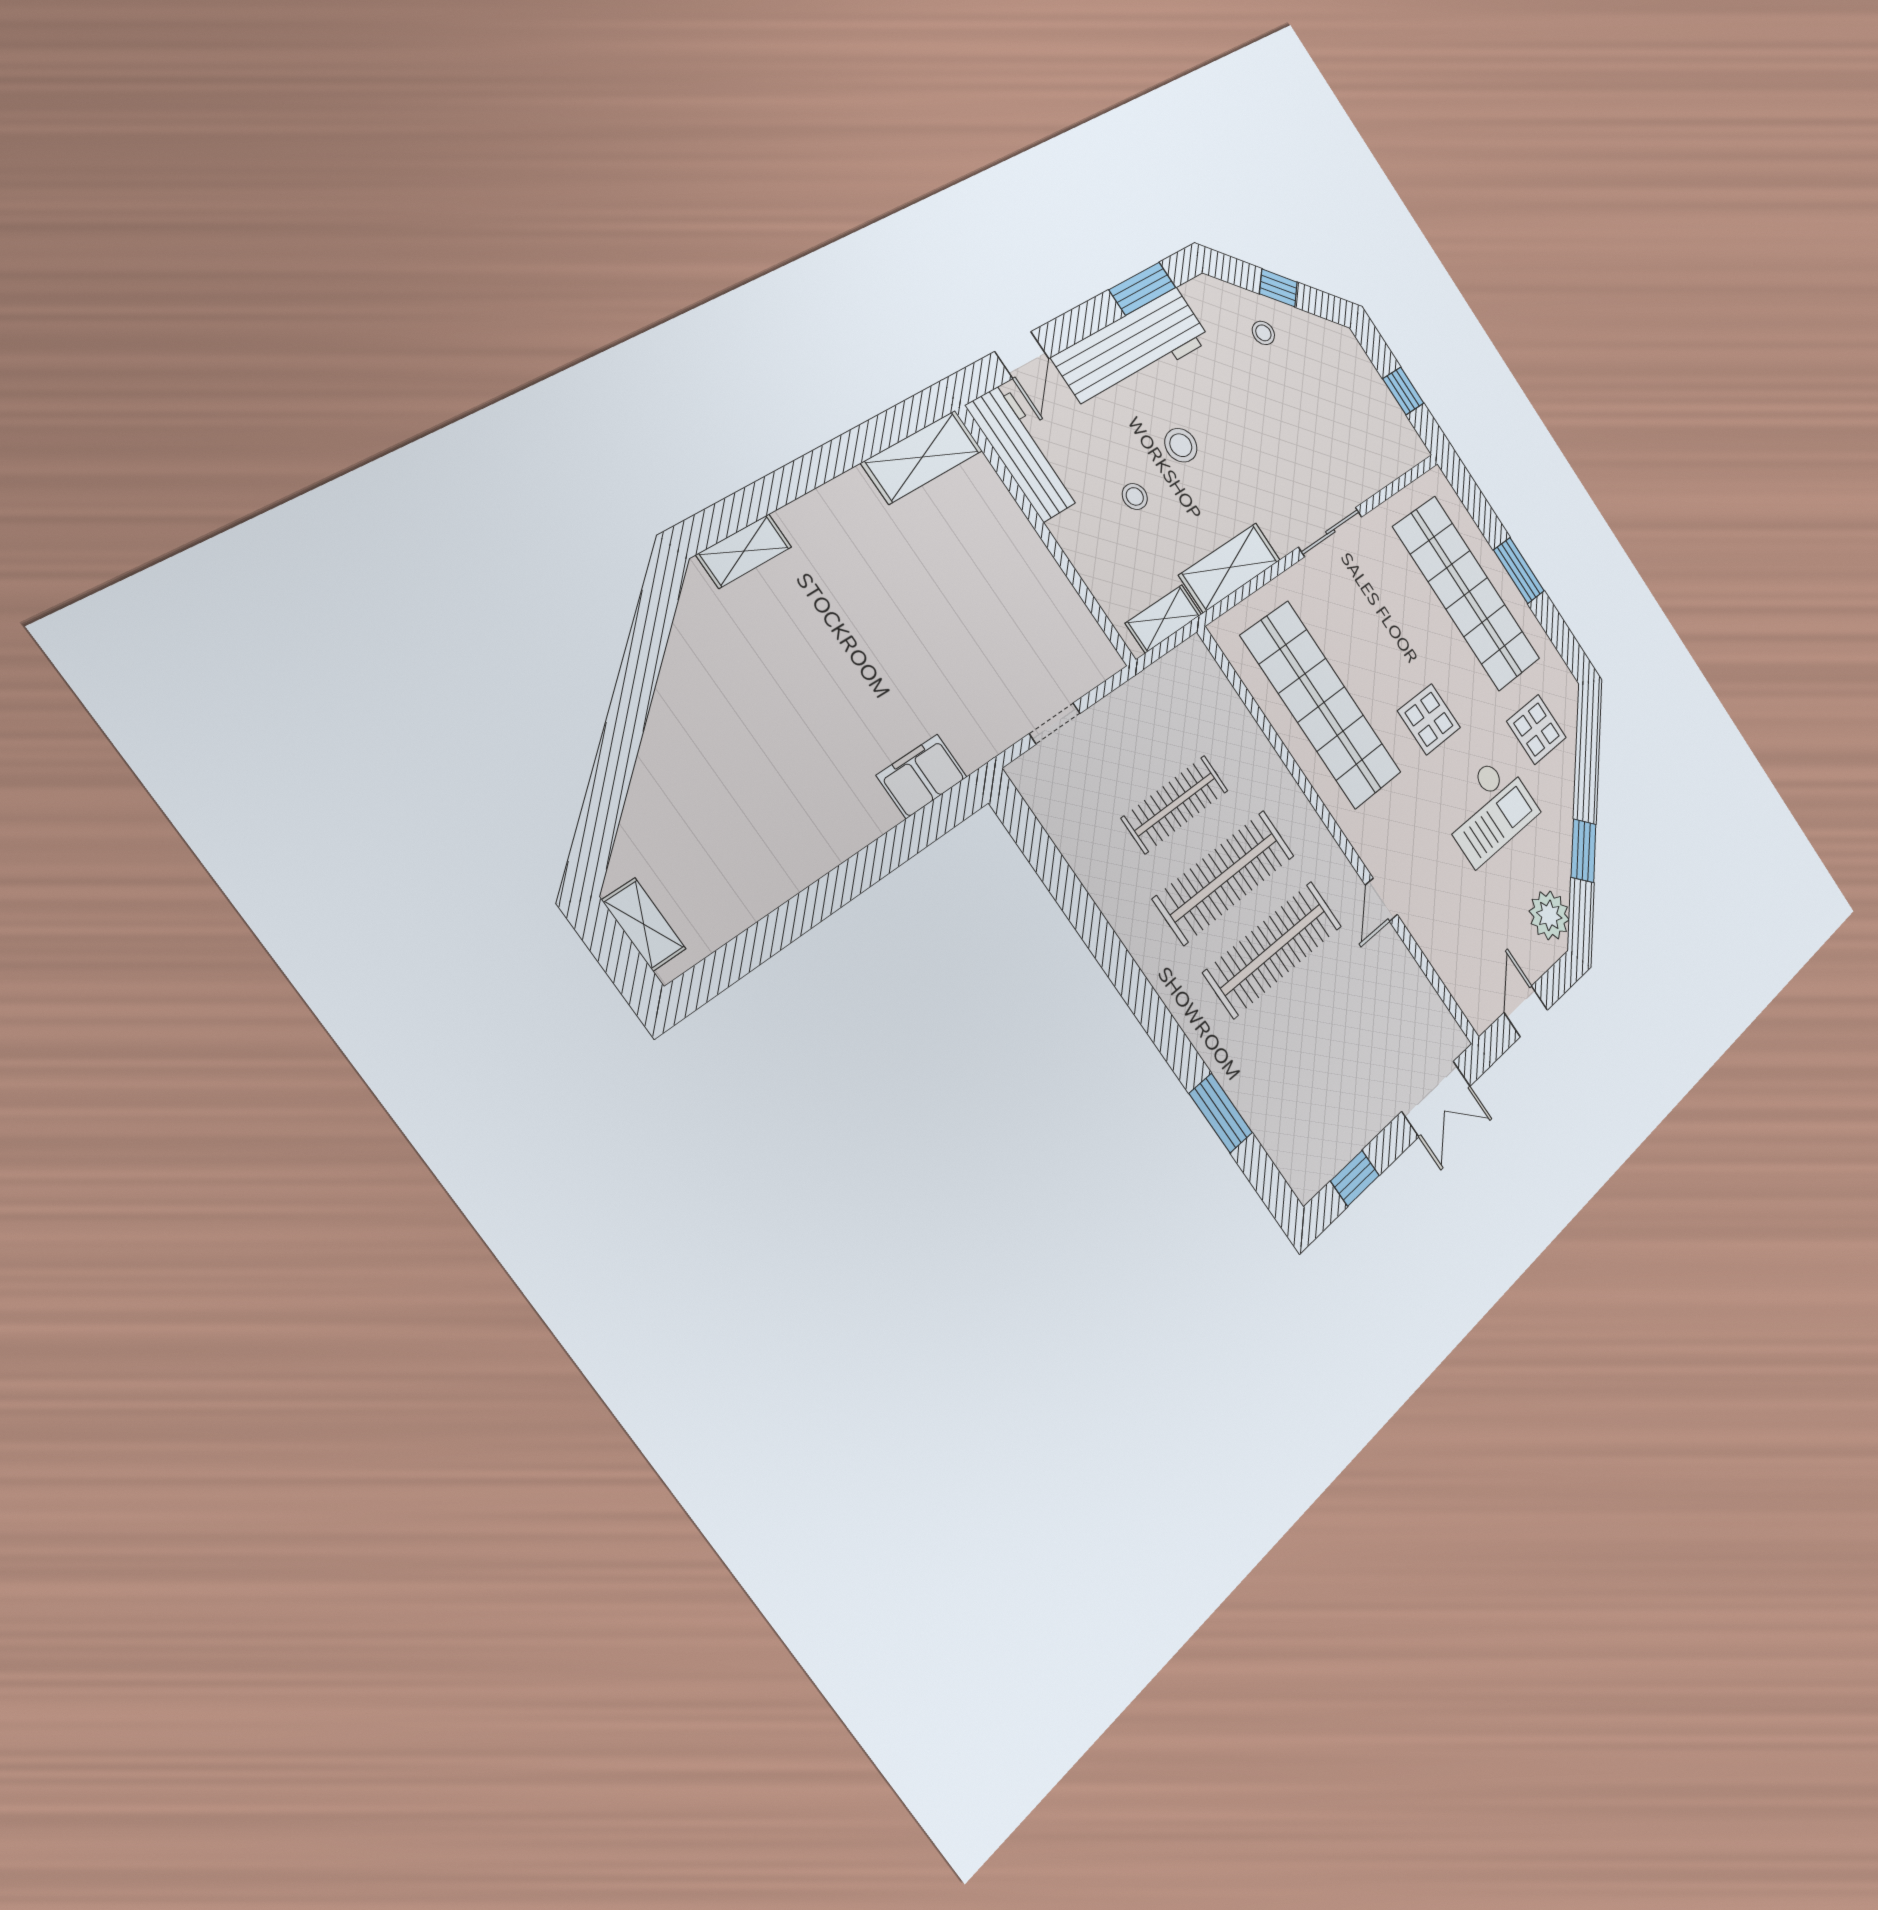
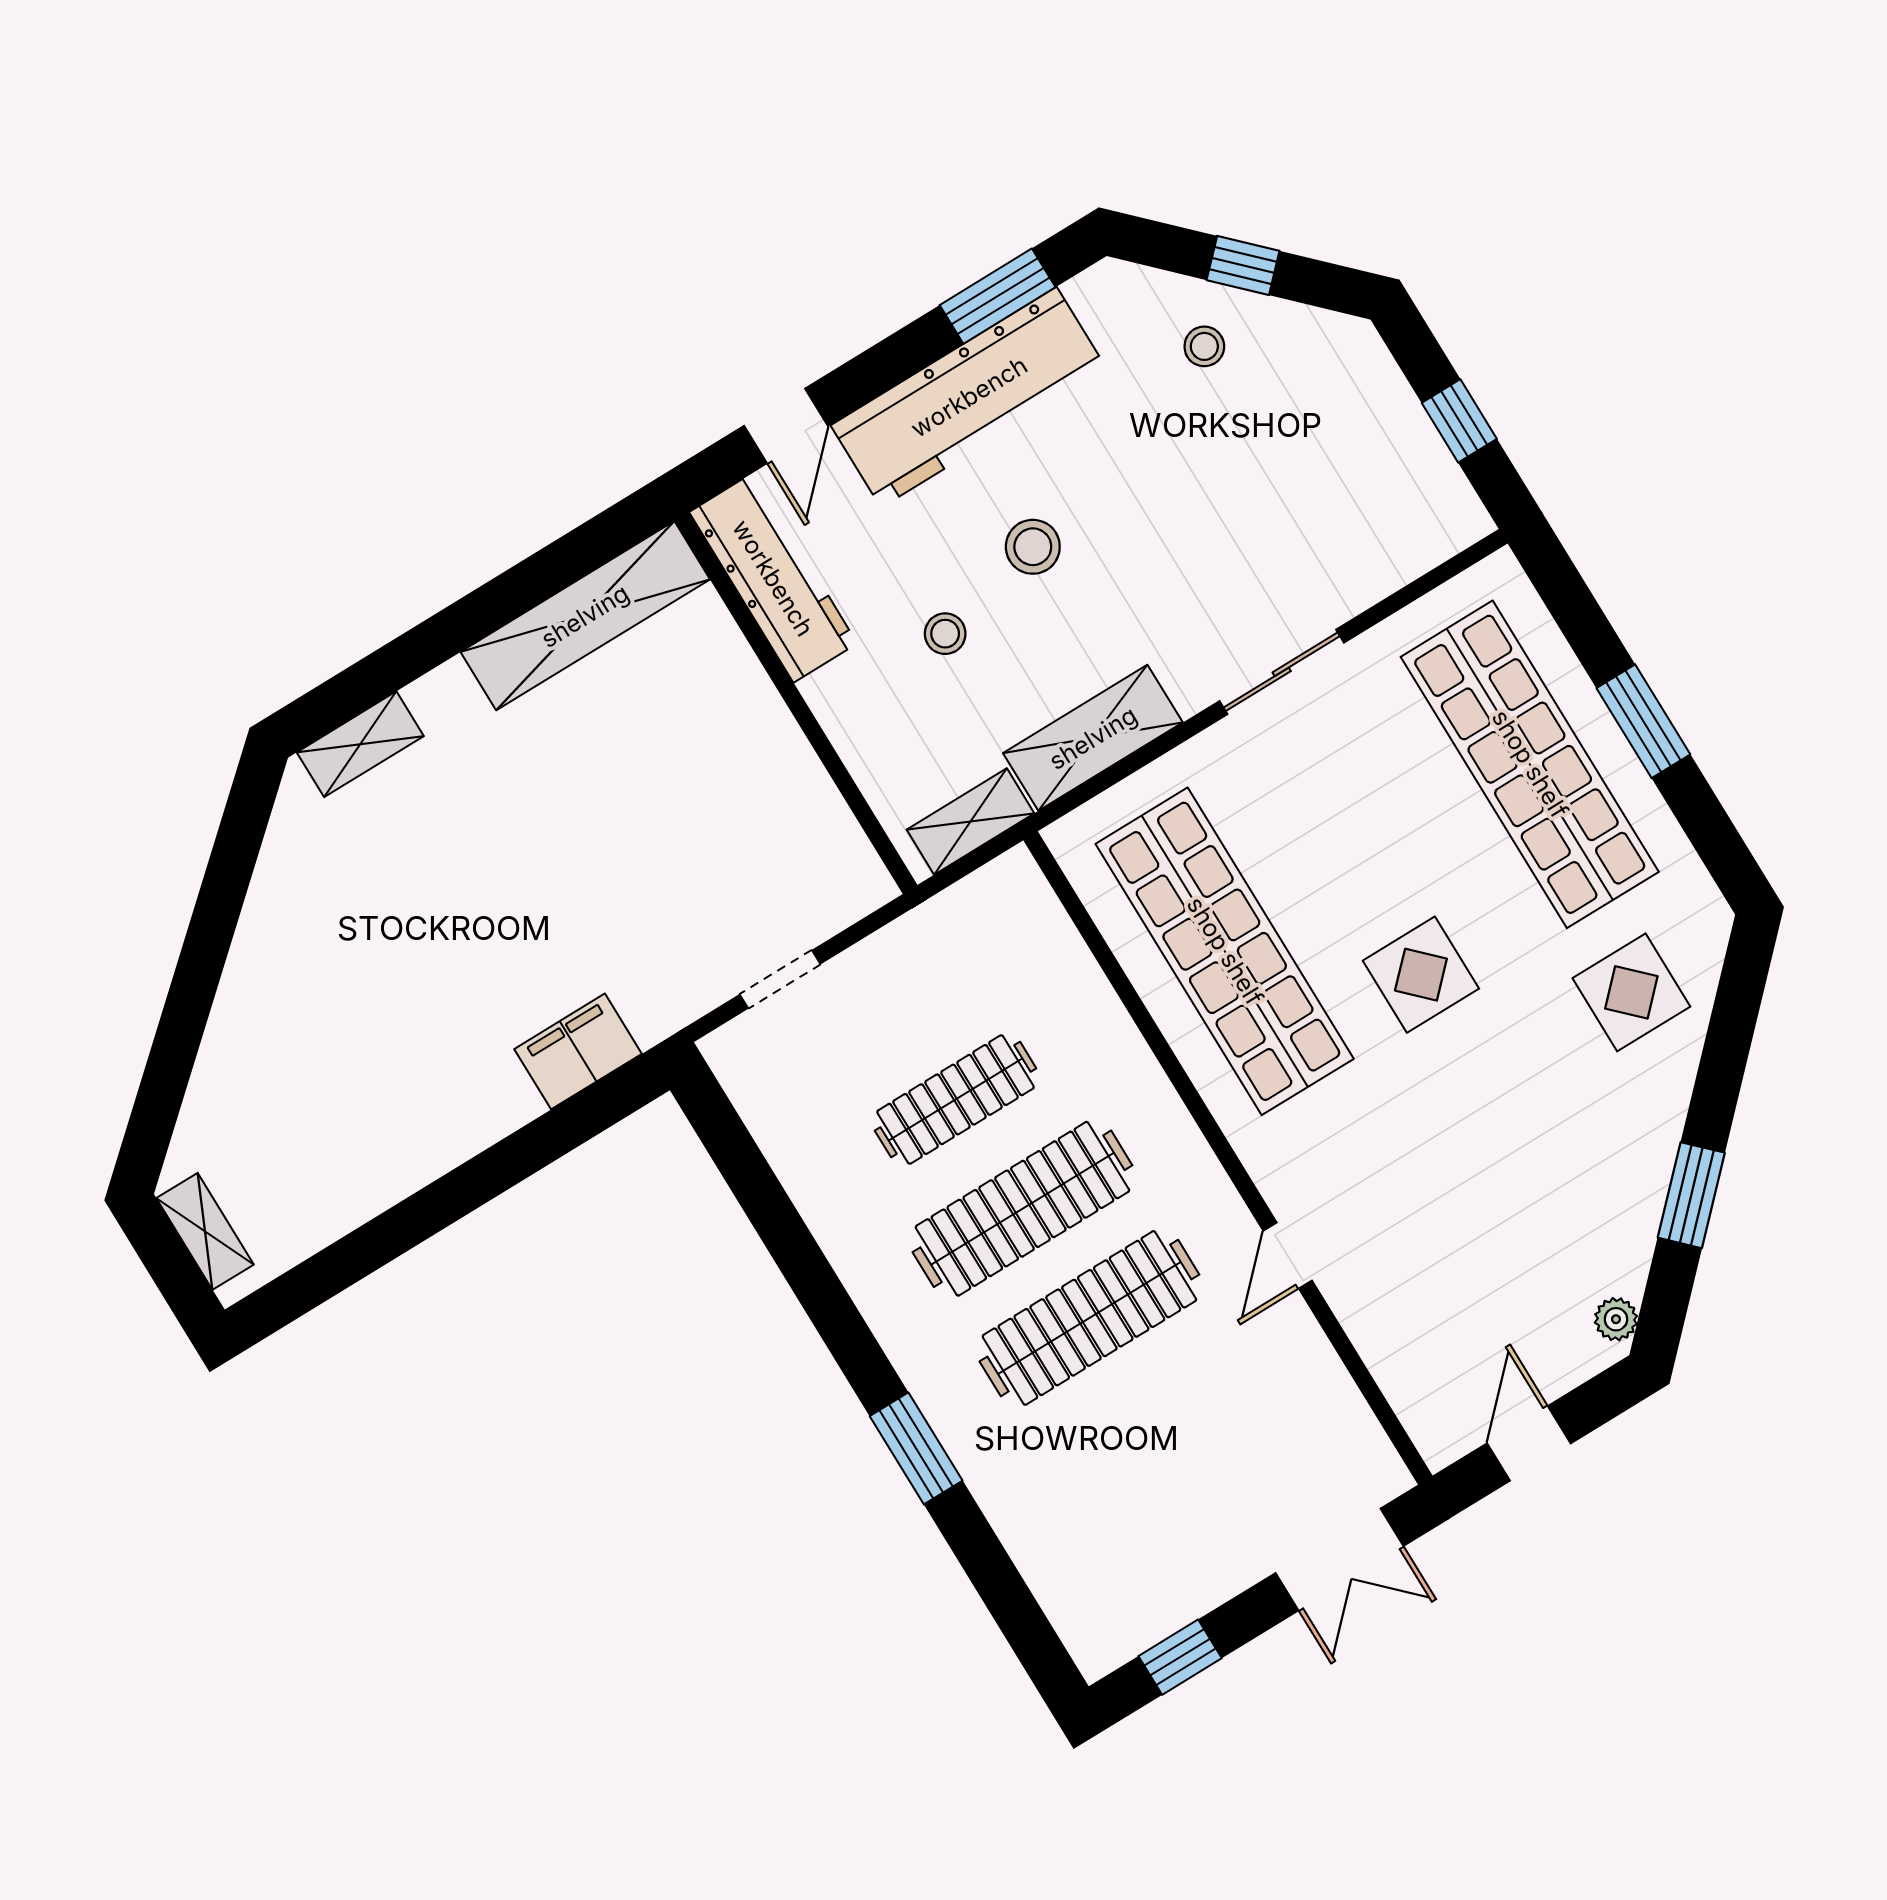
shelving: (922, 457) -> (585, 616), width x1.47
checkout: (1489, 810) -> (1512, 1123), removed
plant: (1549, 915) -> (1616, 1319), width x0.53, depth x0.53
window: (1221, 1113) -> (916, 1448), moved

